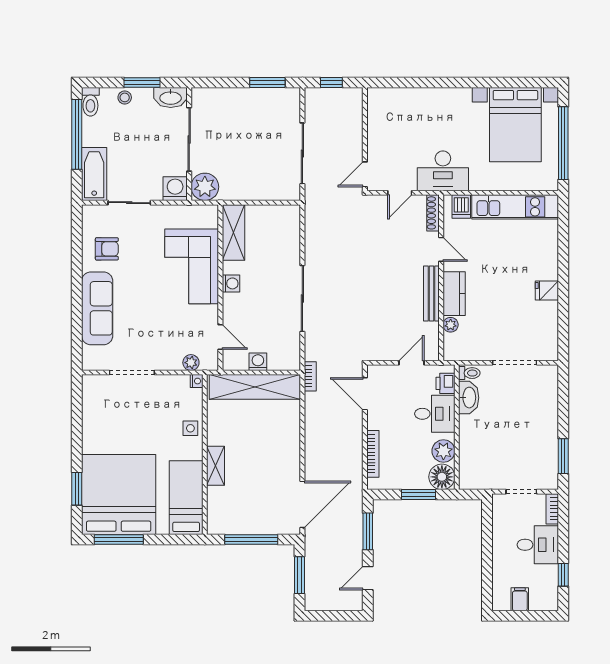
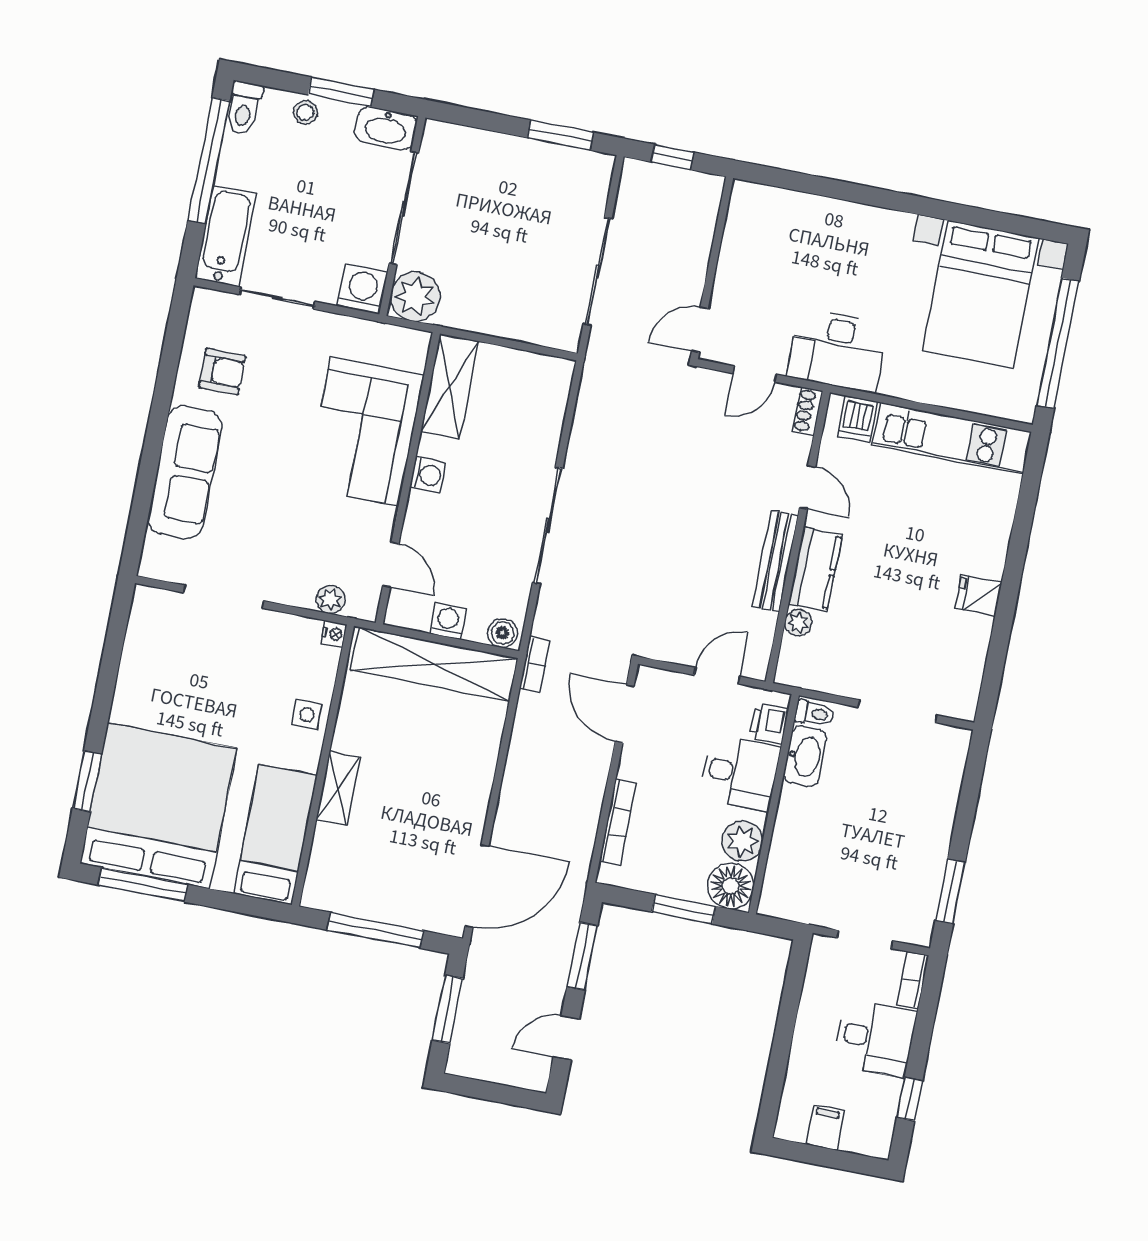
shoe rack: (433, 213) -> (808, 411), width x0.70
boiler: (289, 362) -> (503, 633), added

